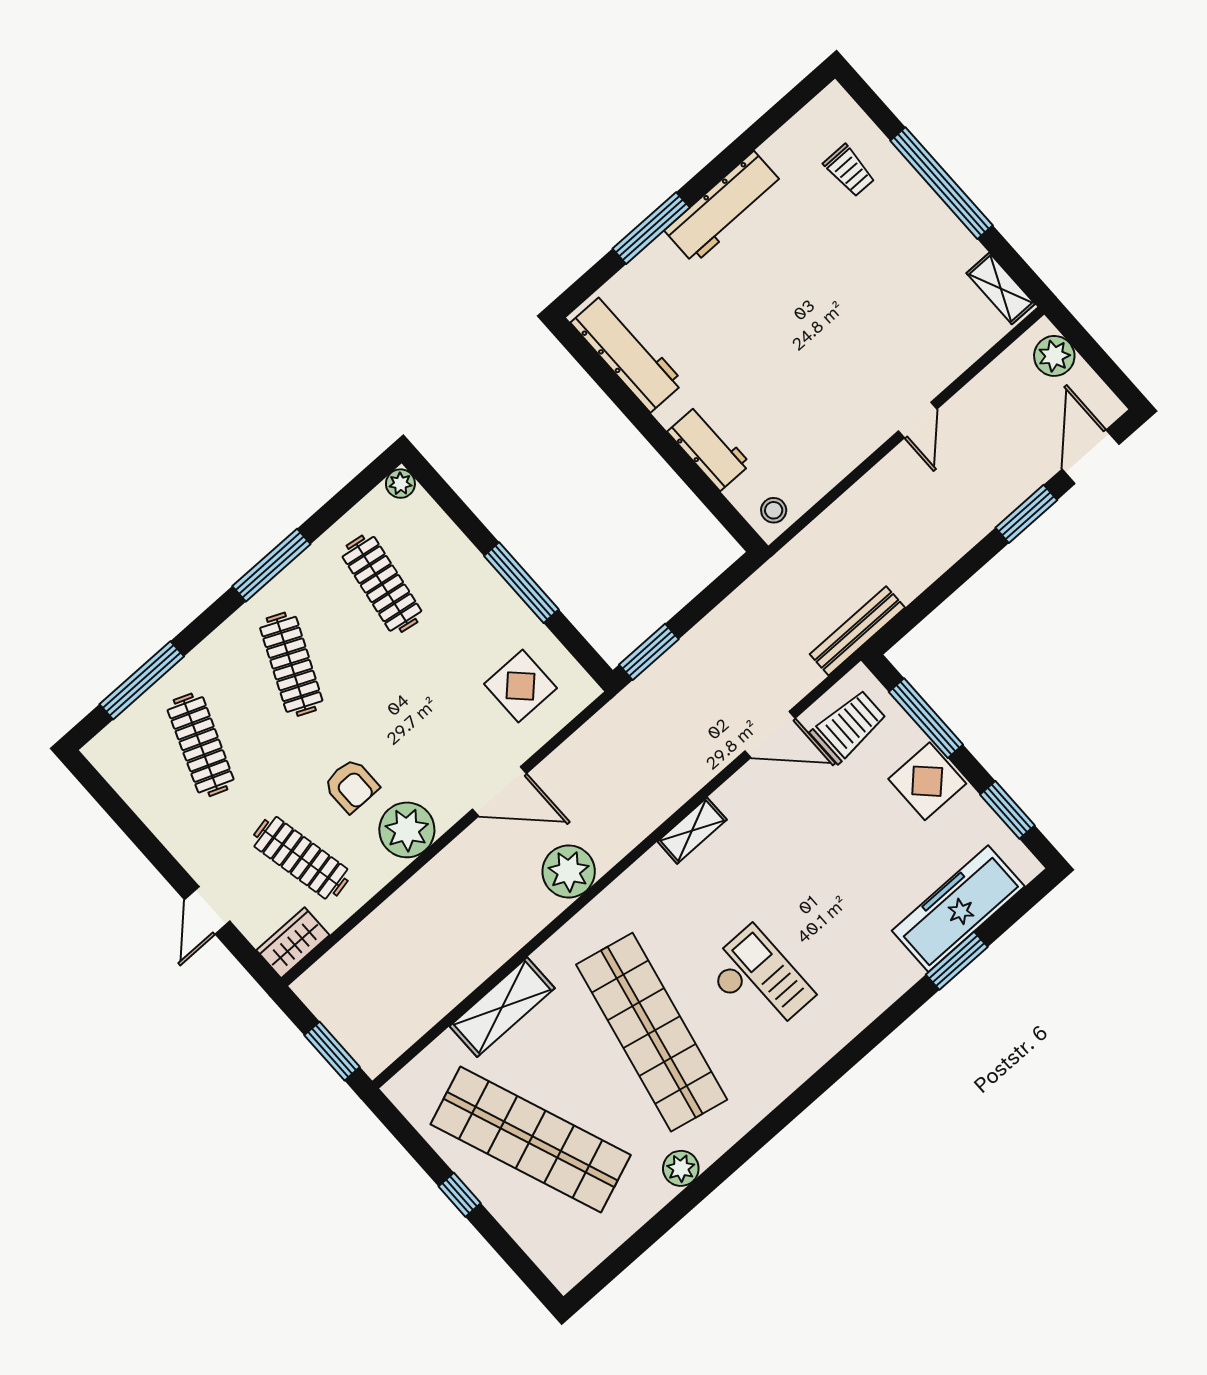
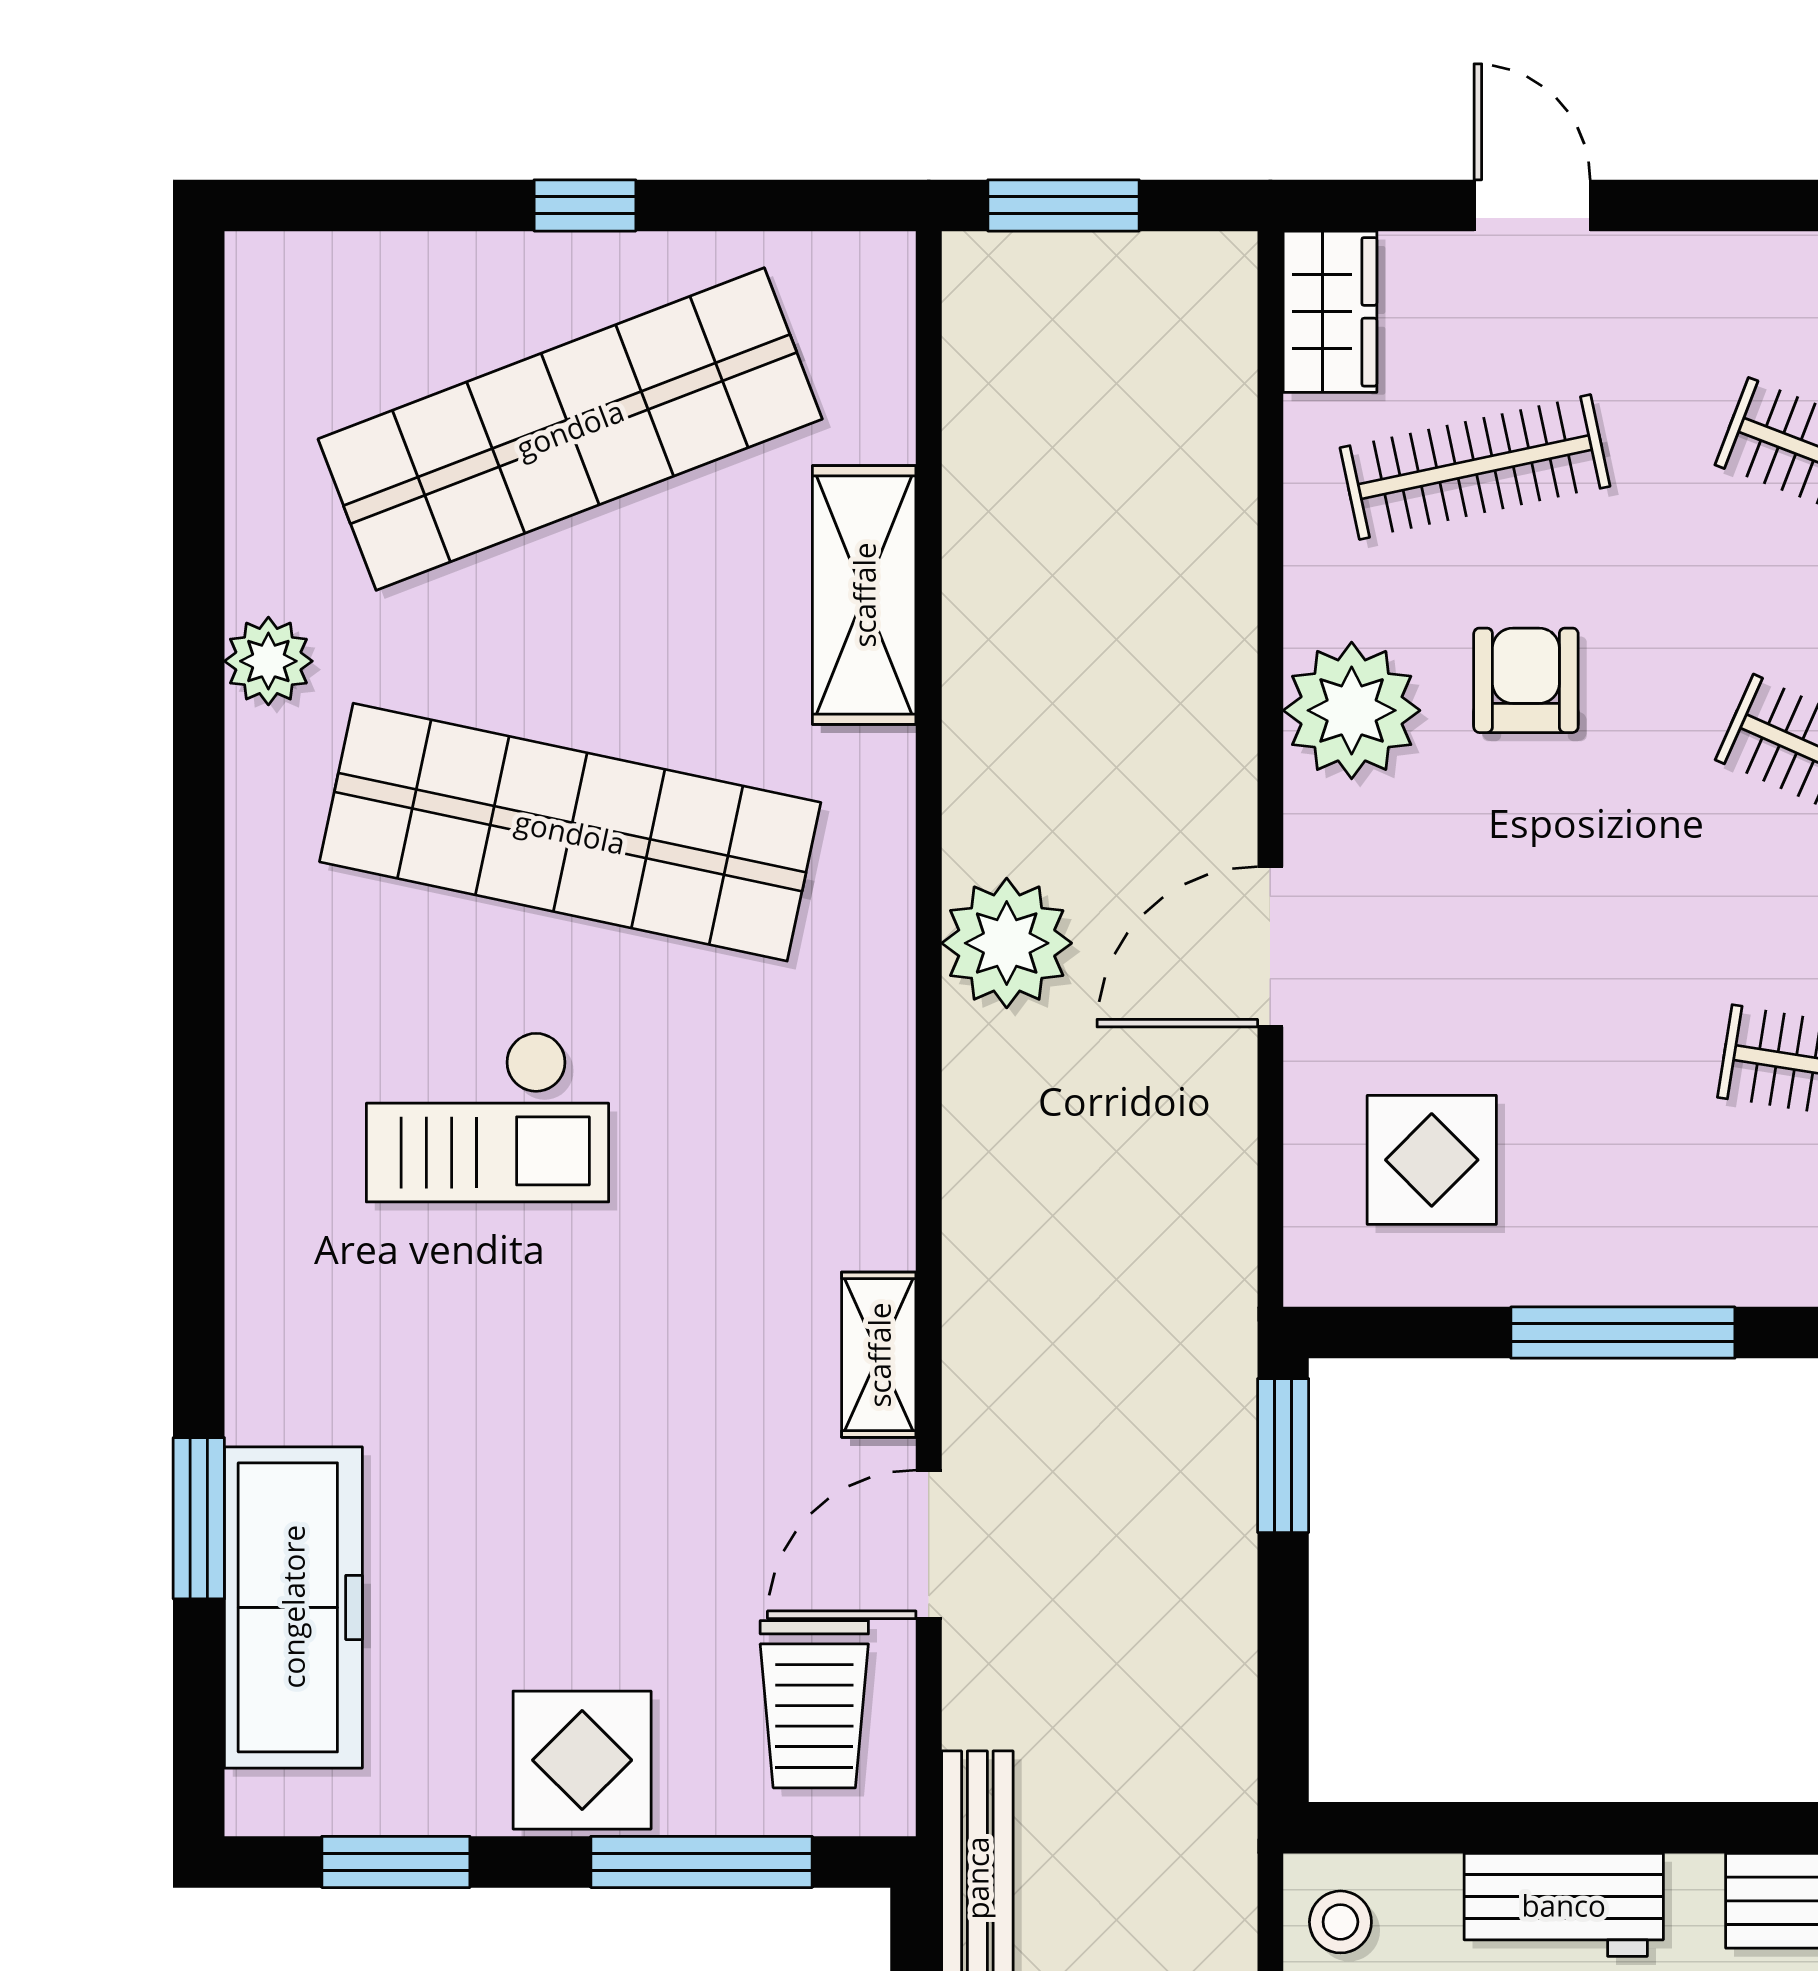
armchair: (351, 786) -> (1526, 680), turned 90
shelving: (692, 831) -> (879, 1355), moved

